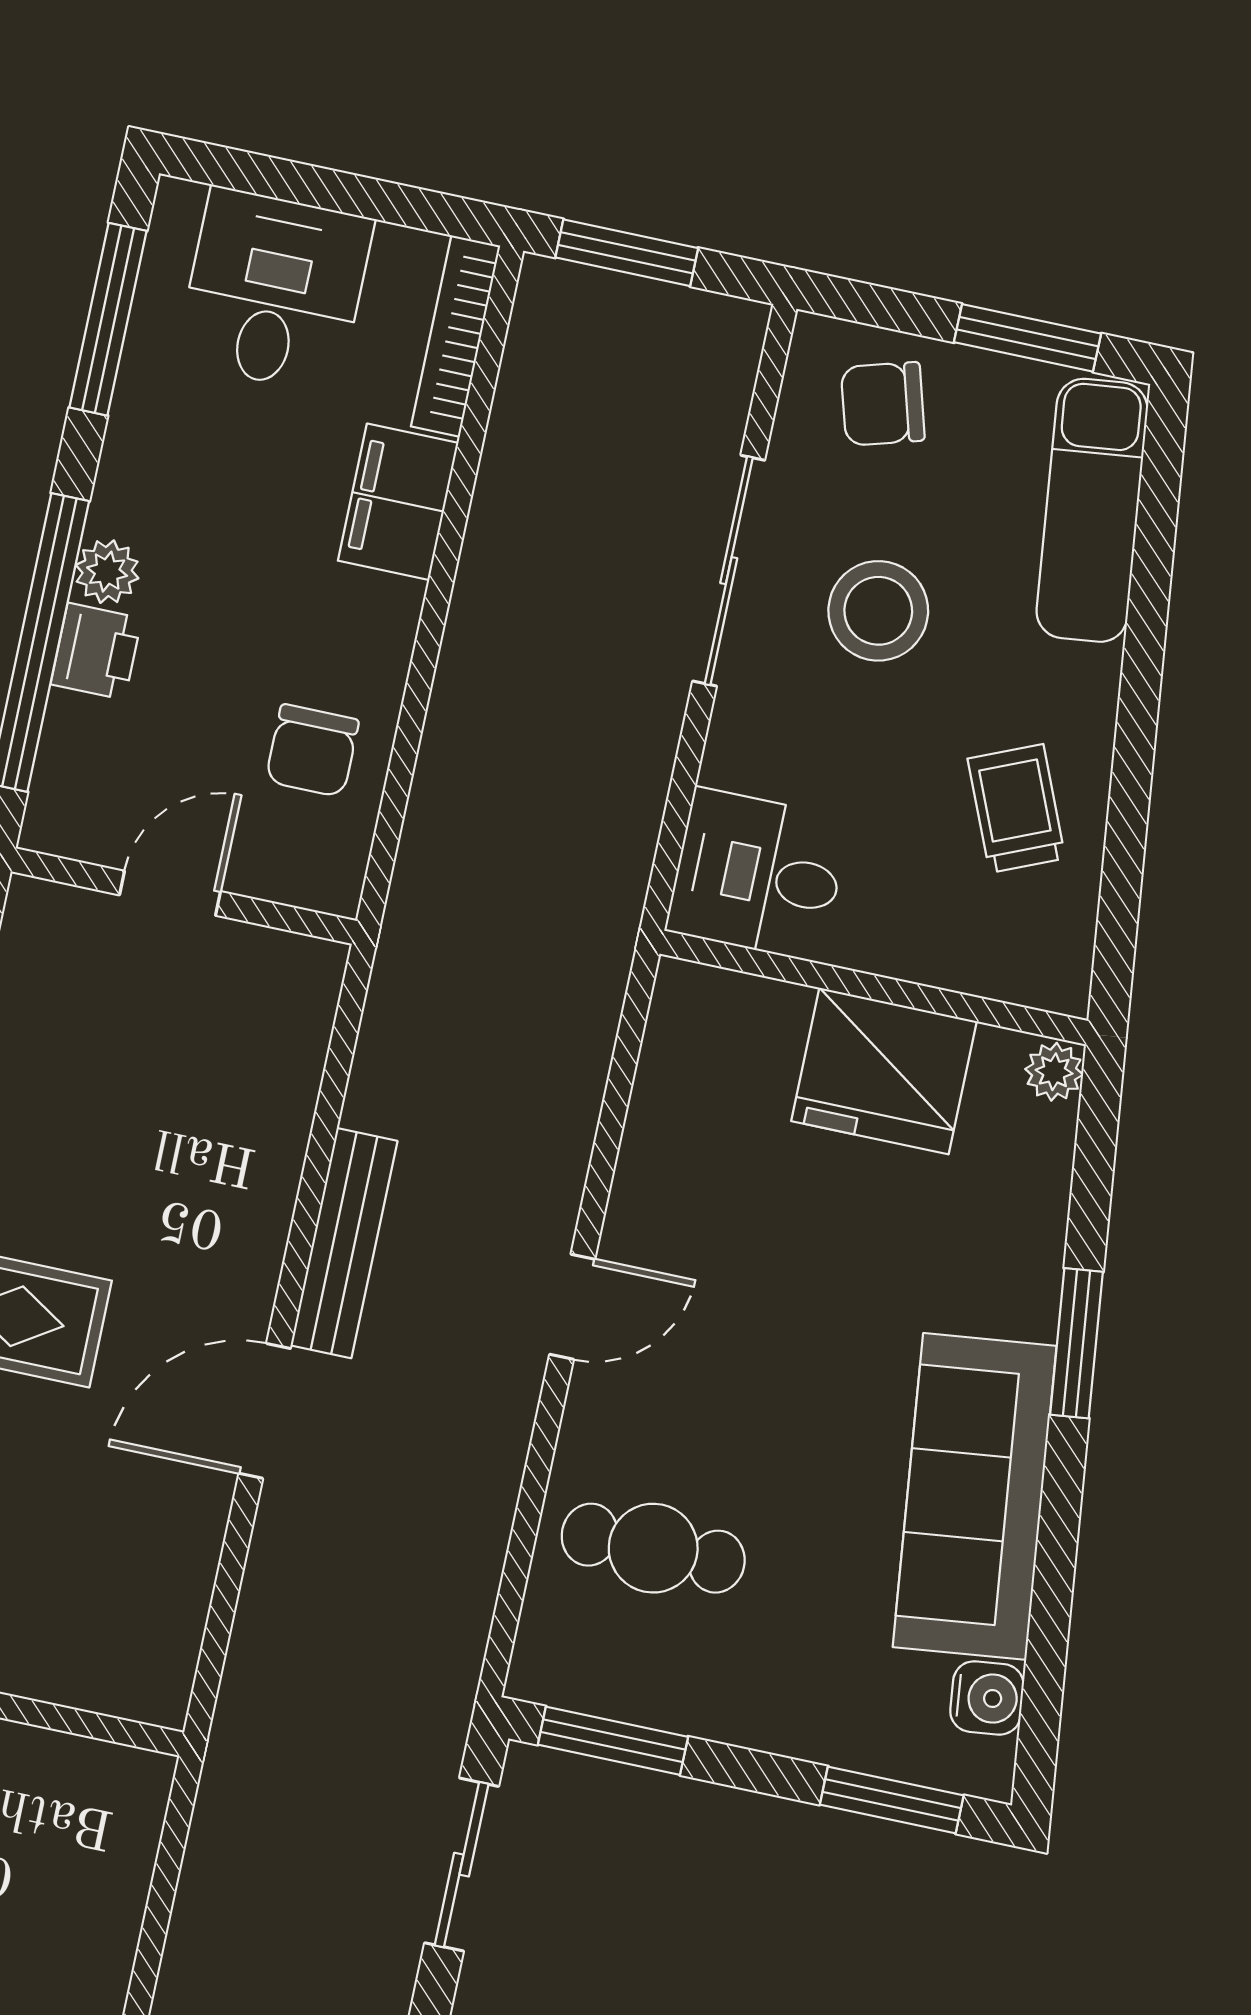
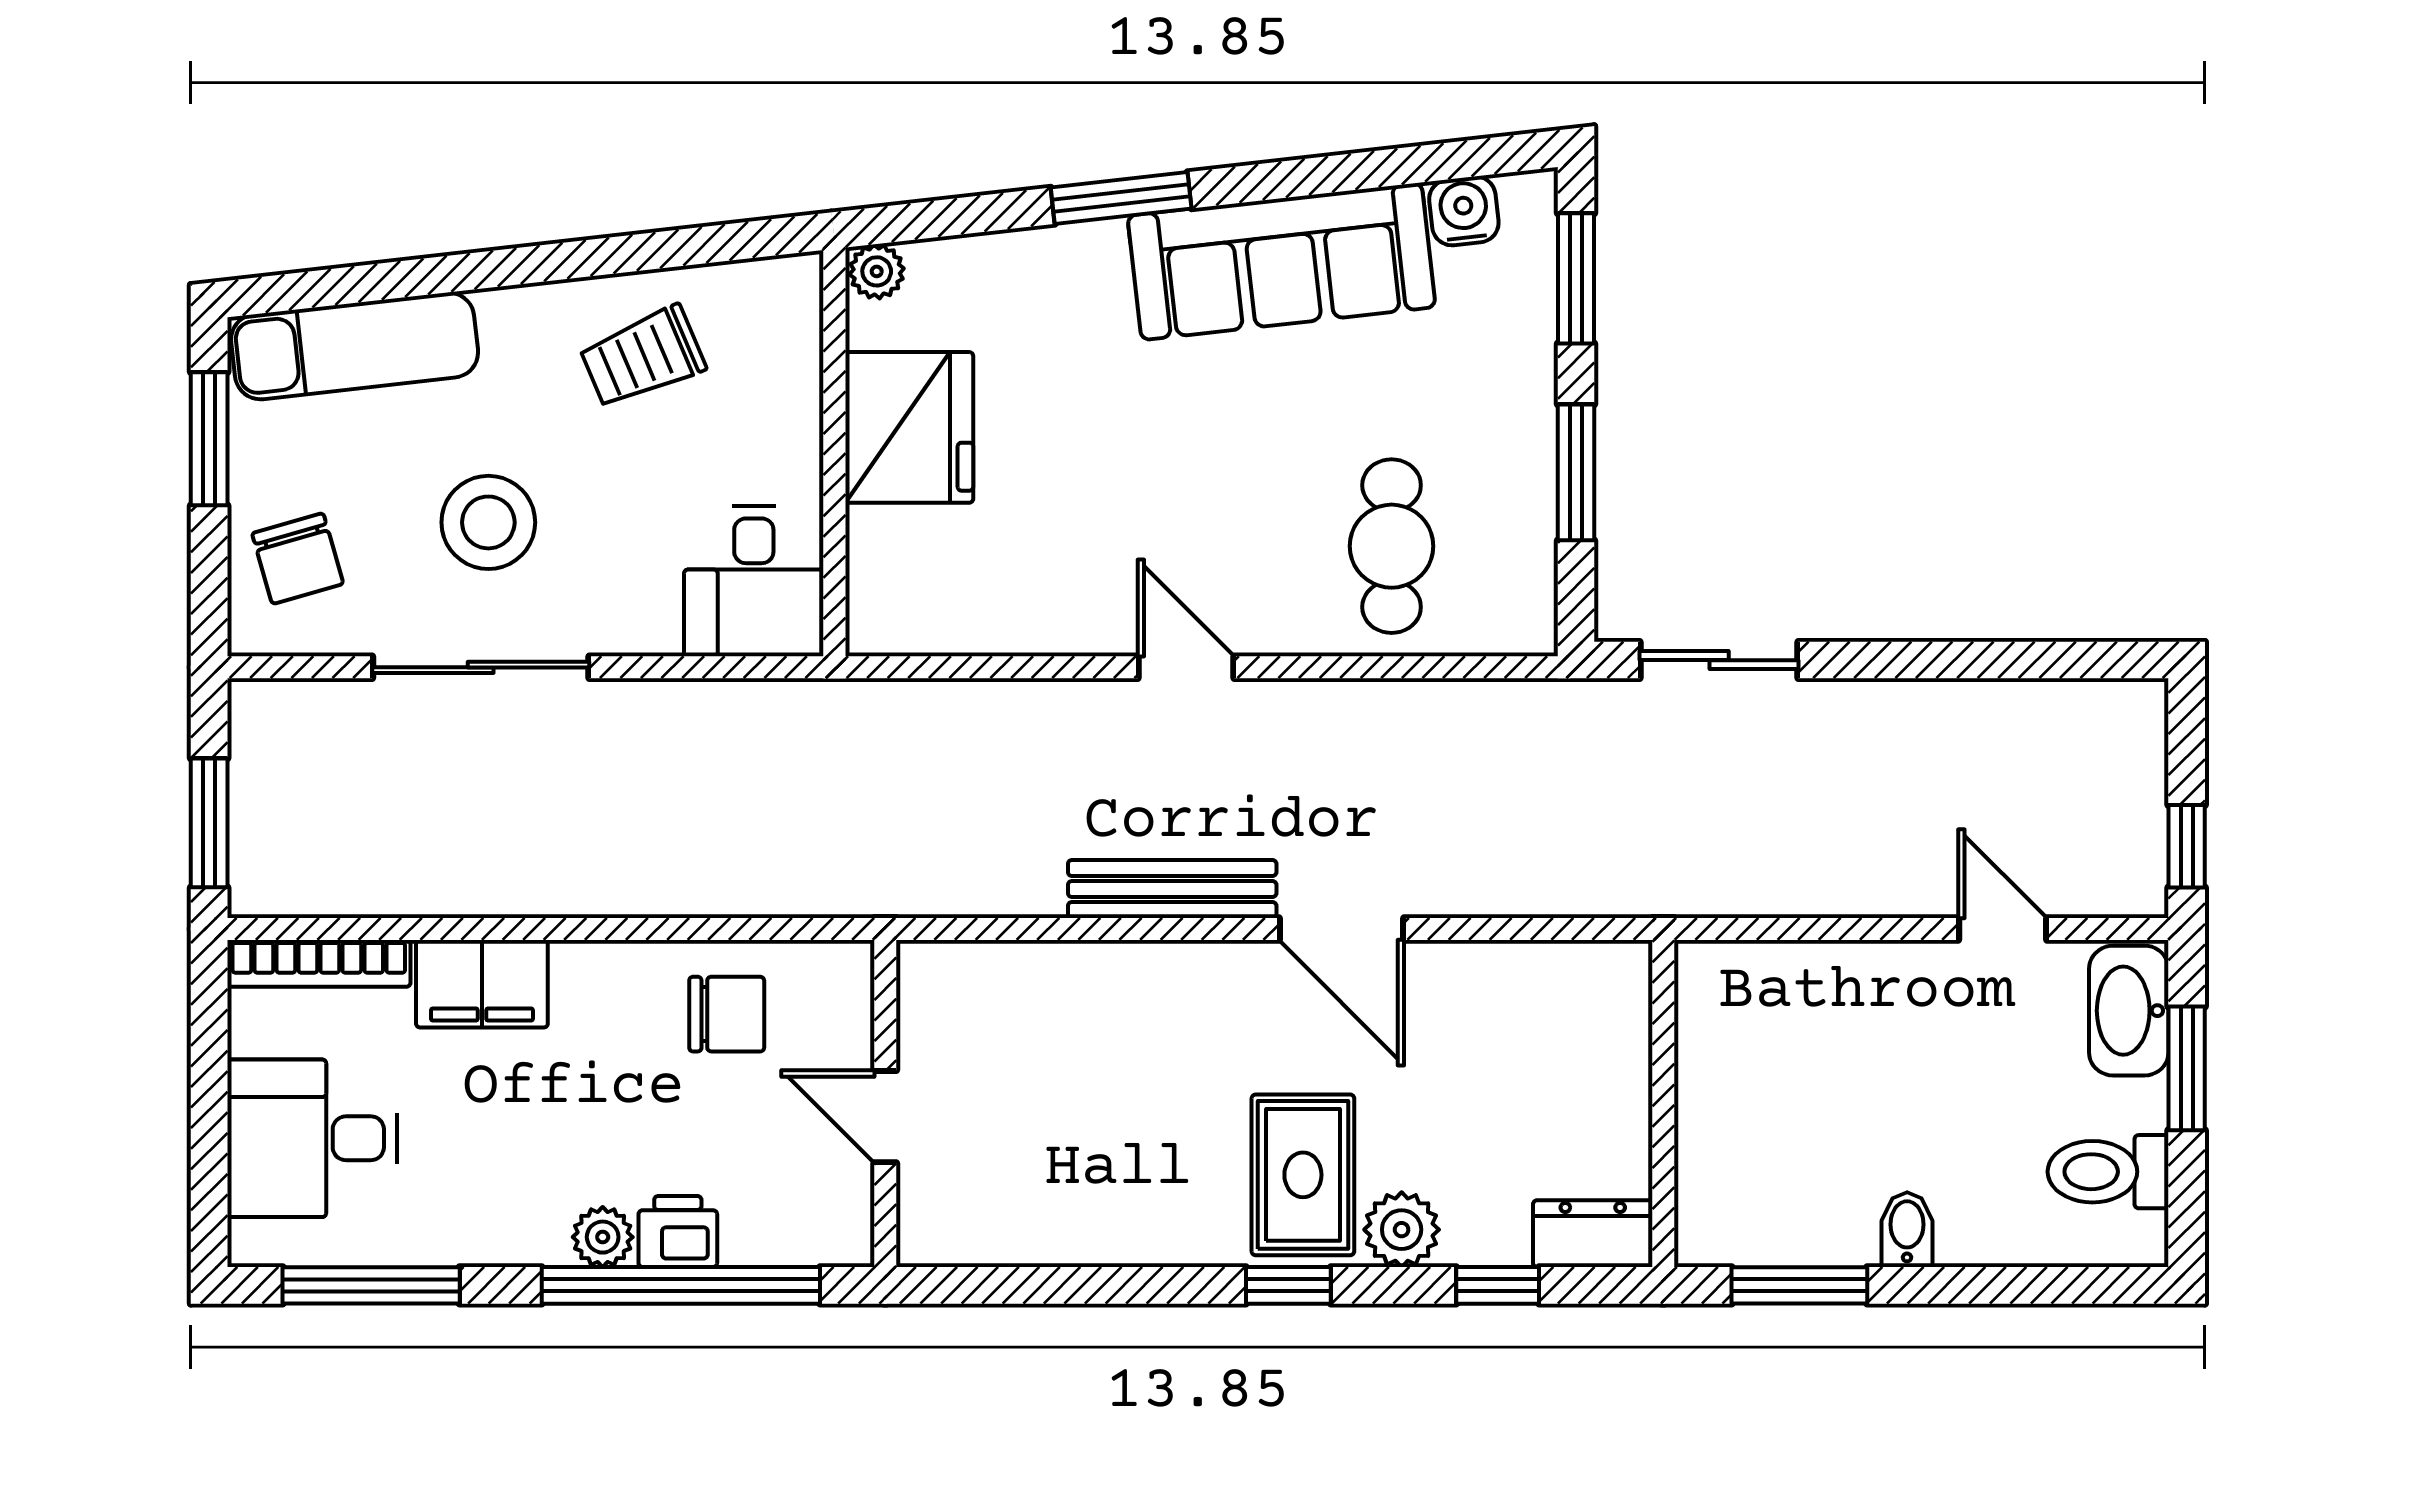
window: (613, 1741) -> (1576, 472), moved

